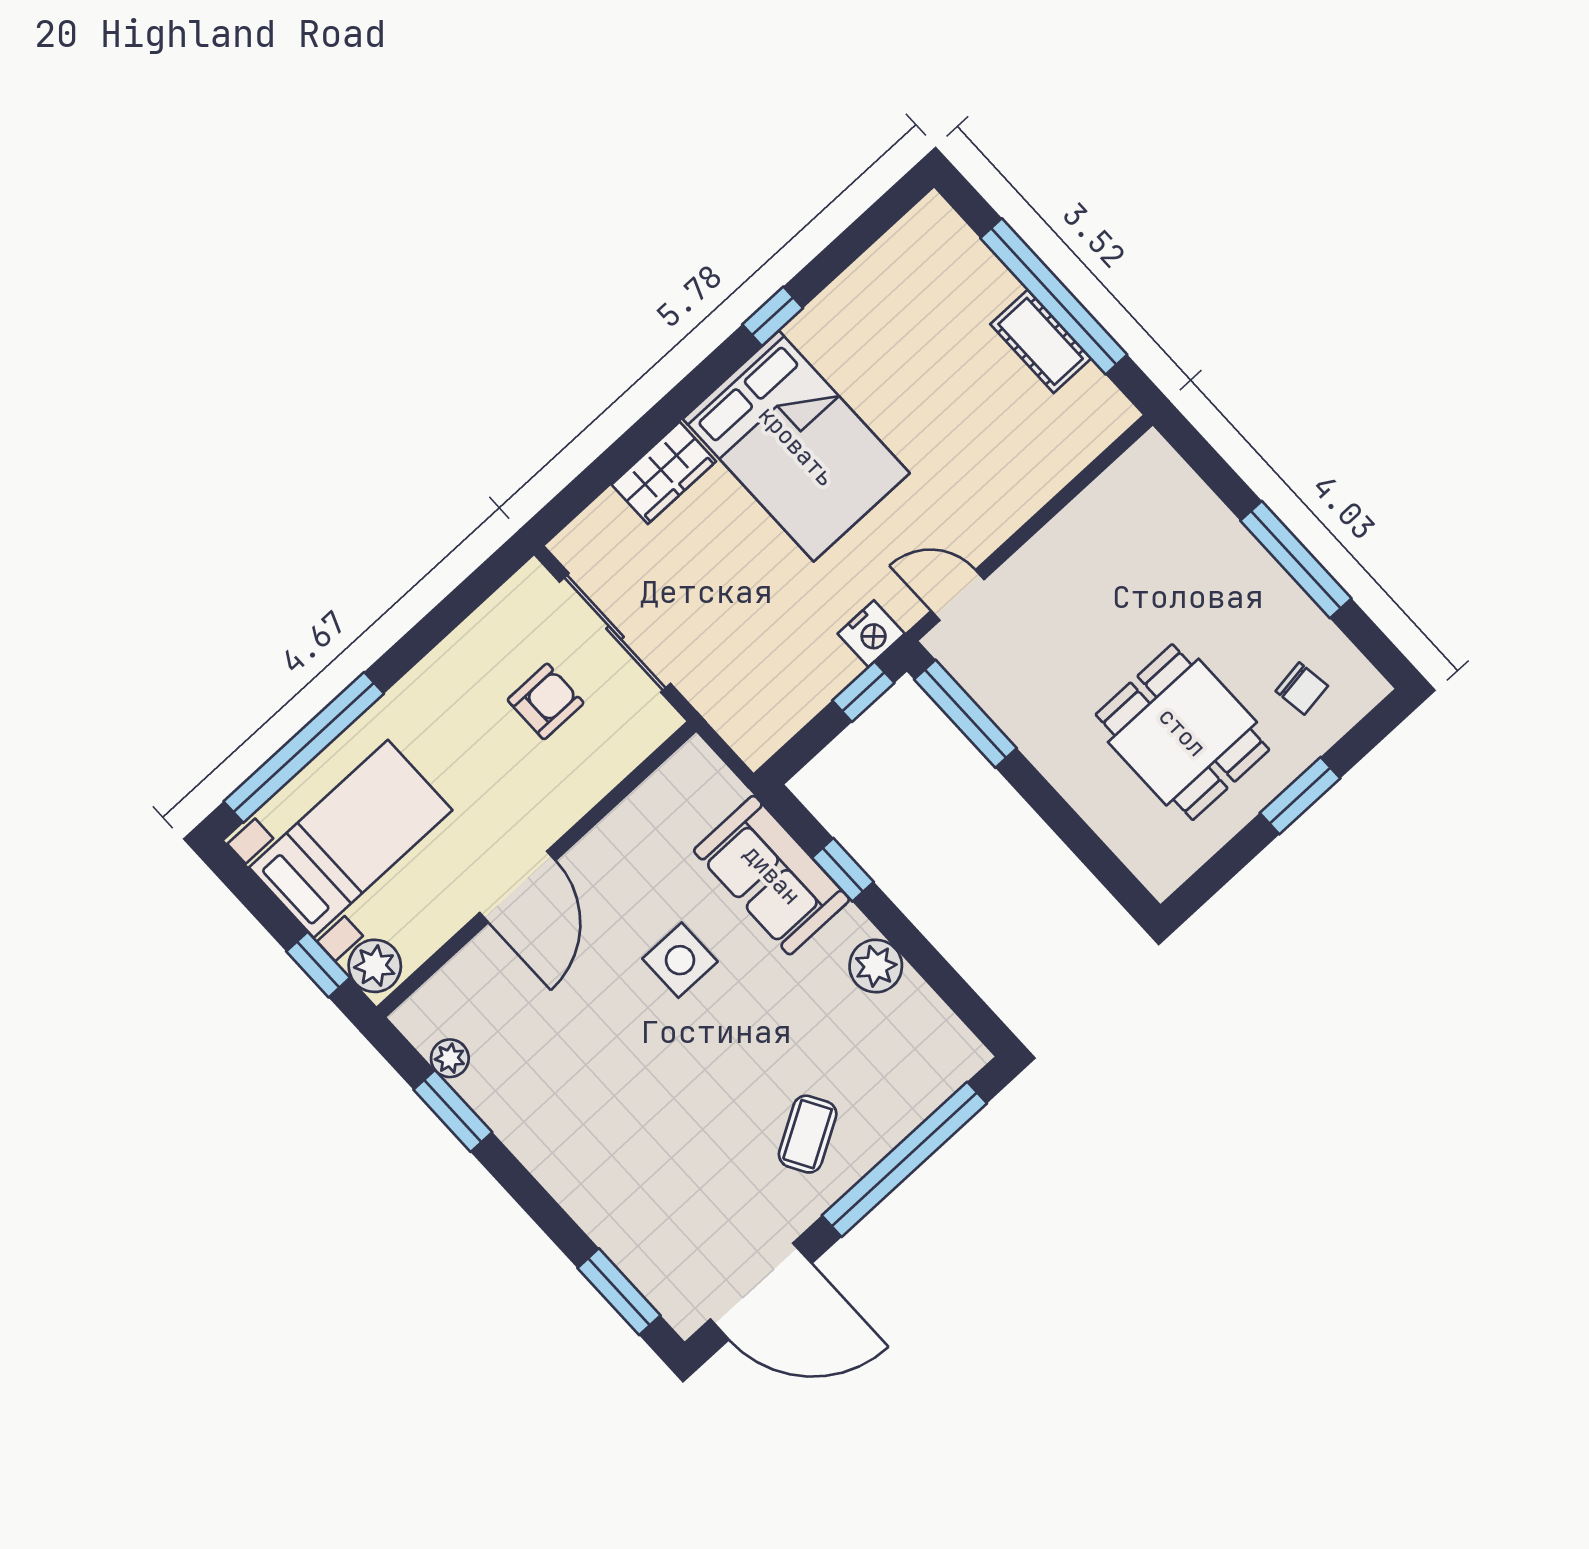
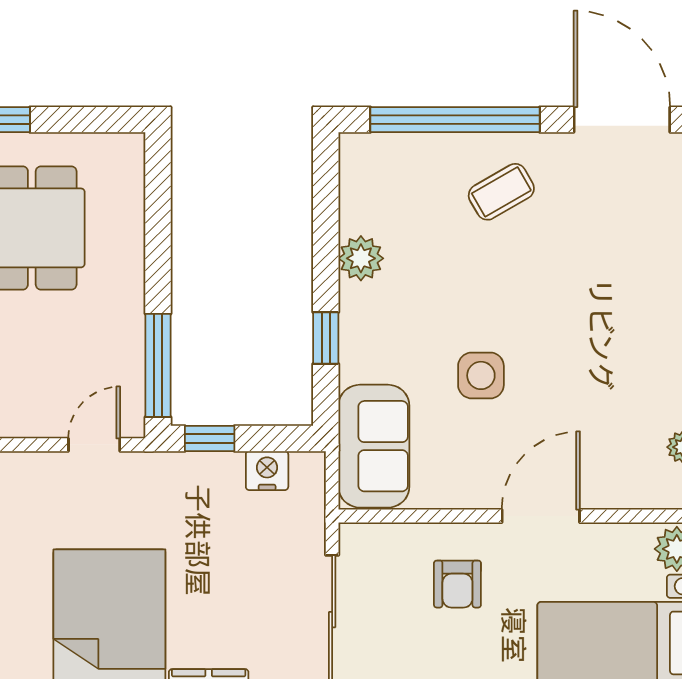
door: (958, 595) -> (94, 445), swing flipped
nightstand: (871, 634) -> (267, 471), moved
armchair: (546, 701) -> (457, 584), moved, turned -90
sofa: (772, 875) -> (374, 446), moved

